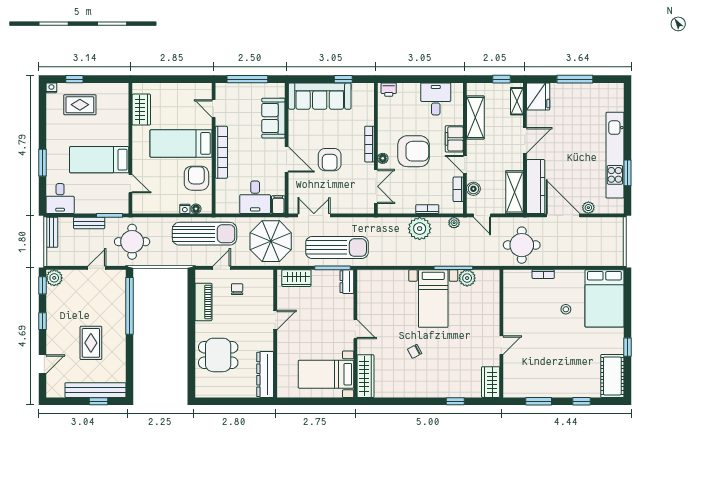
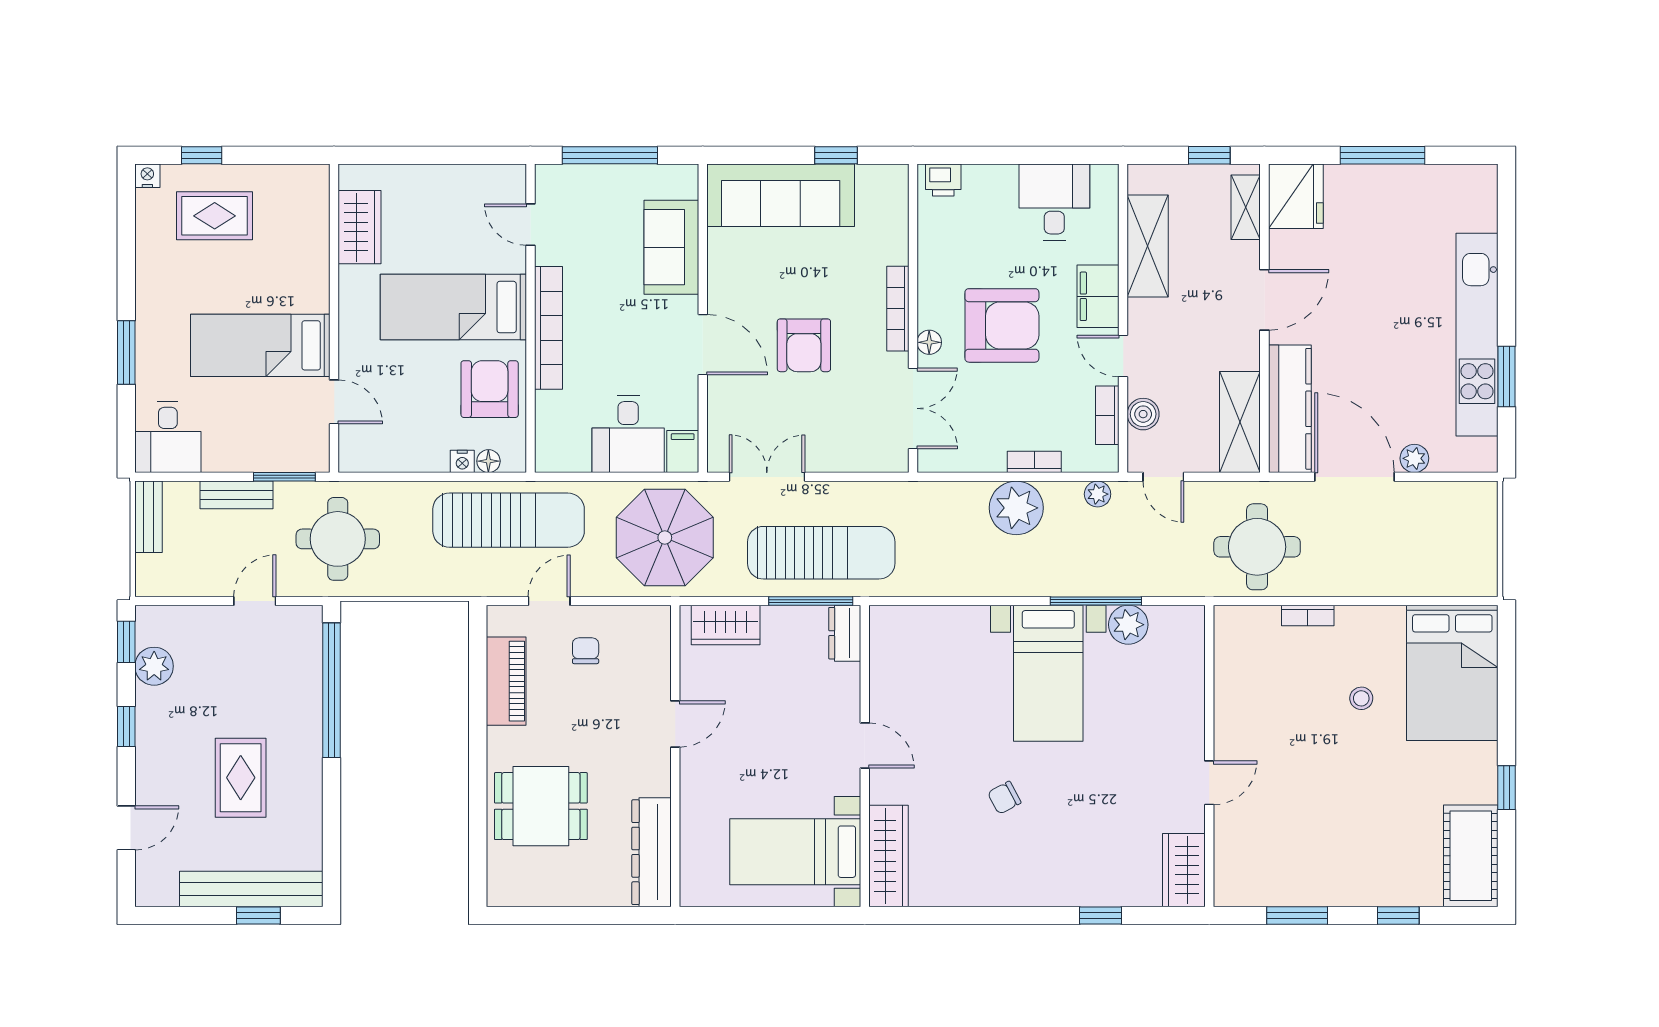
plant: (54, 278) -> (154, 666), moved

